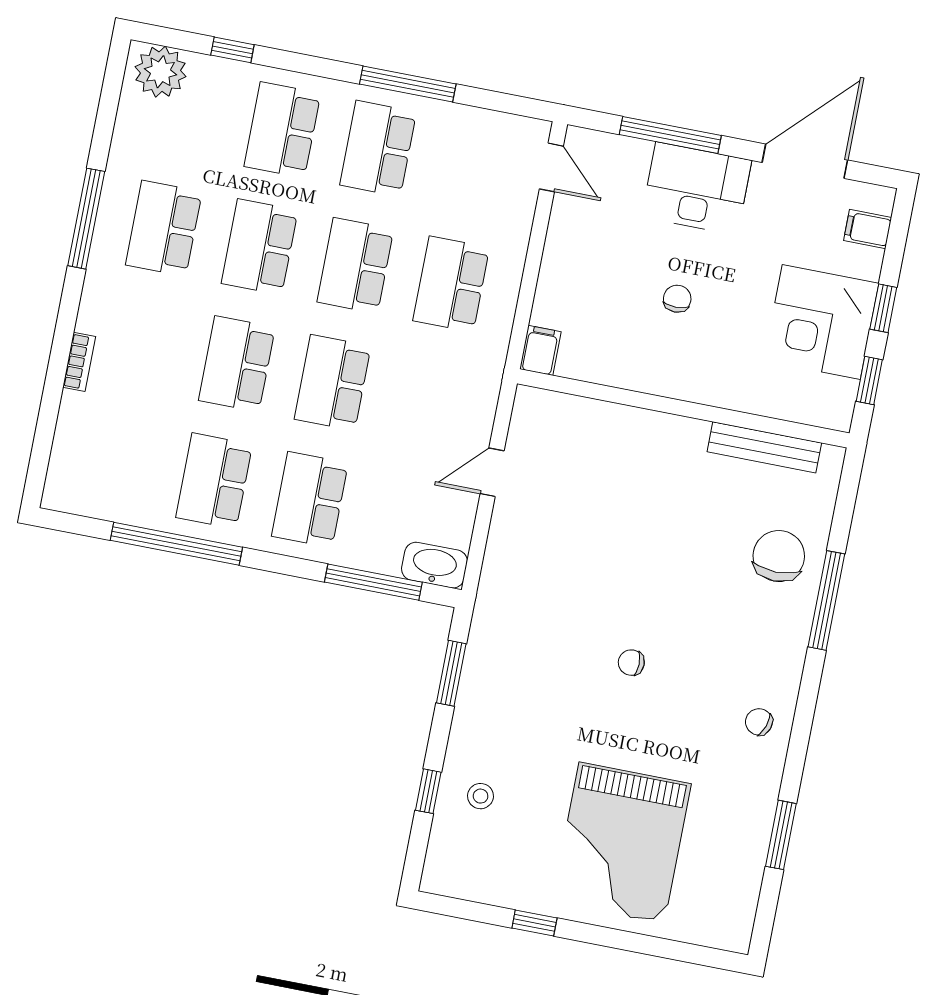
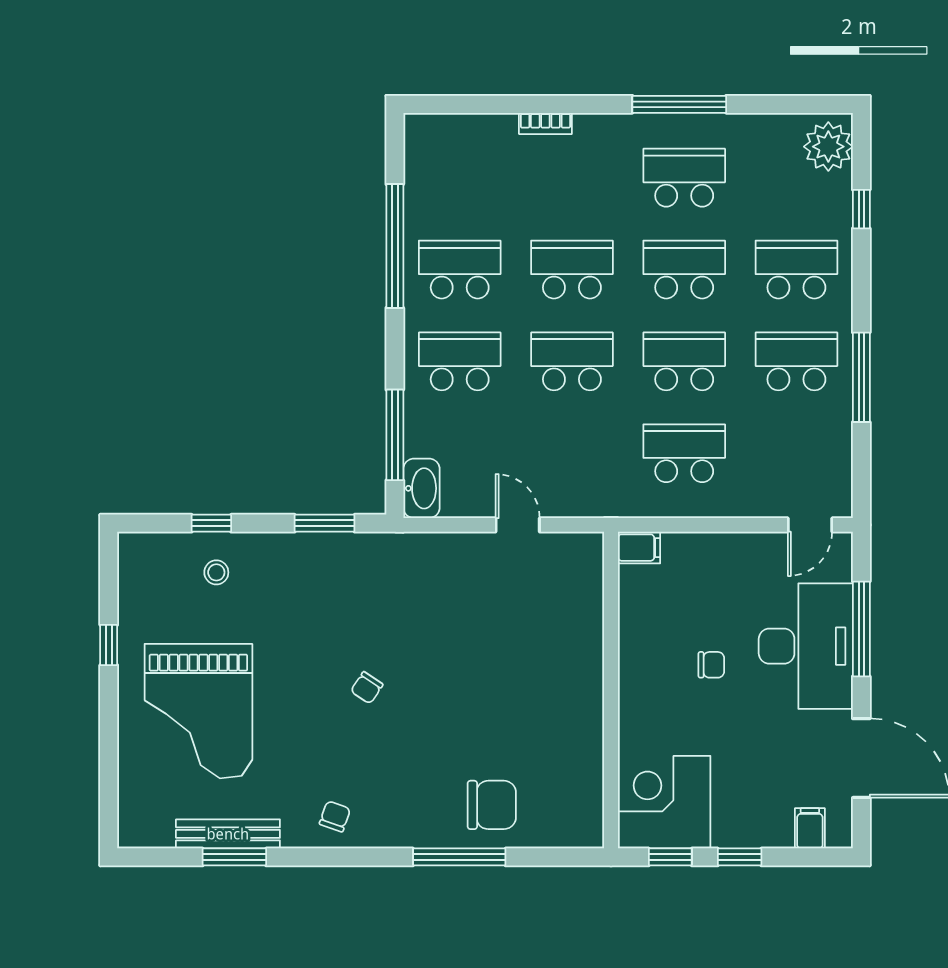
desk: (697, 188) -> (806, 646), width x1.36, depth x1.30
corner desk: (821, 322) -> (664, 802), moved
bench: (764, 447) -> (228, 834), moved, turned 90
chair: (631, 663) -> (367, 688), turned -146
grand piano: (622, 843) -> (198, 711), turned -90

